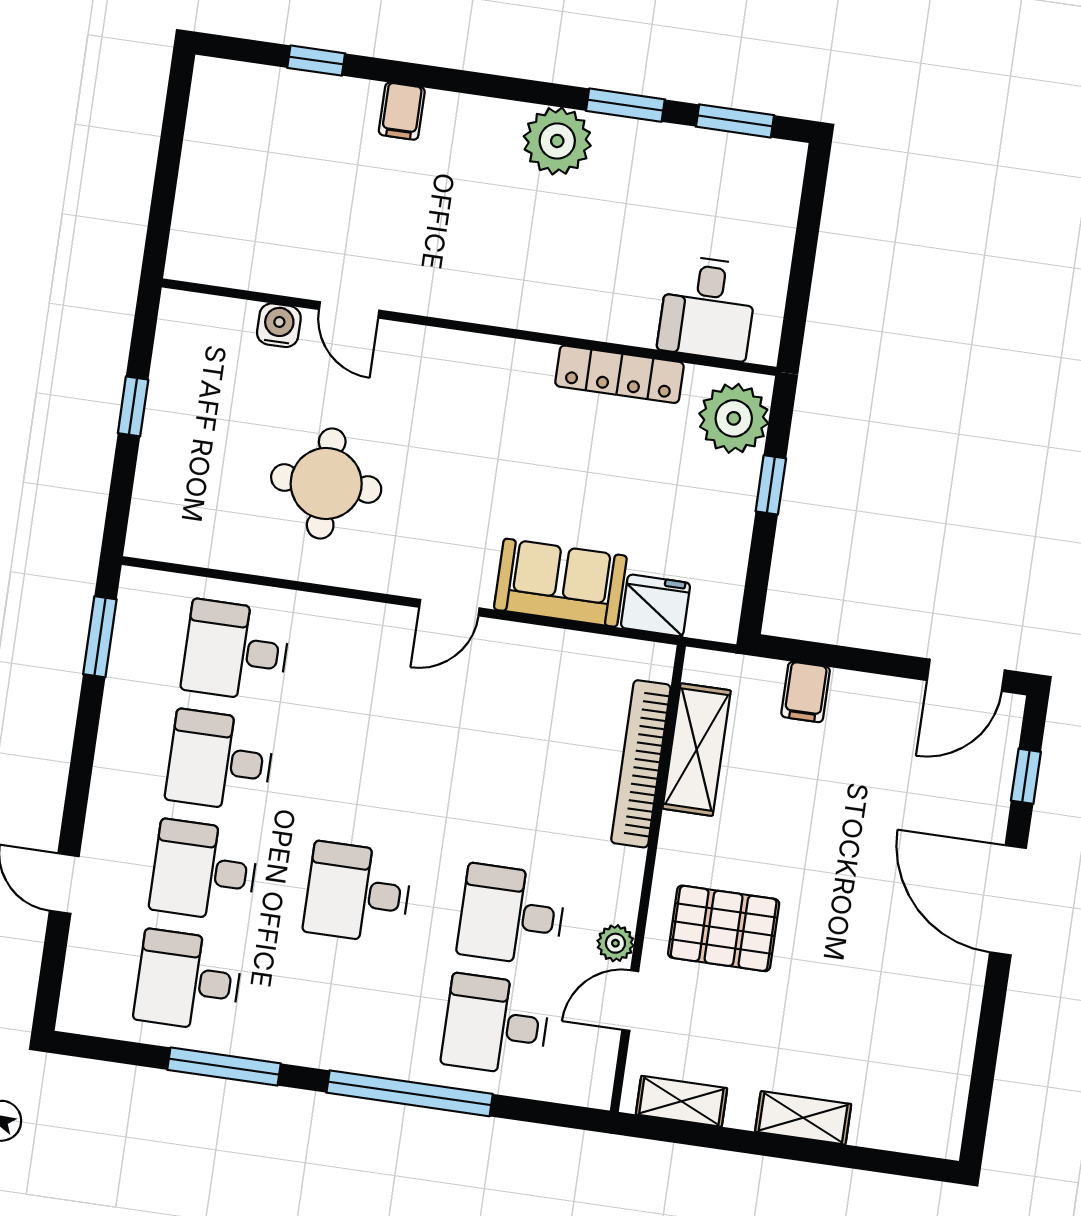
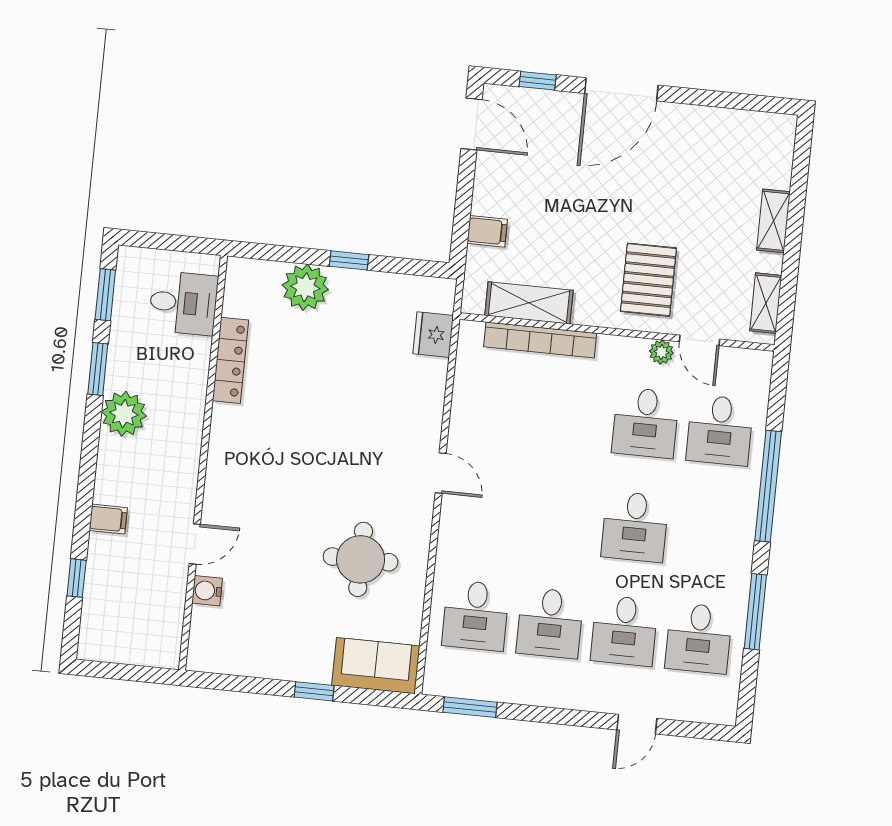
desk: (708, 308) -> (183, 303), moved
door: (349, 310) -> (195, 544), moved
water cooler: (279, 325) -> (207, 591), moved
wall: (469, 327) -> (203, 463), moved
locker: (619, 374) -> (230, 360), moved
sofa: (560, 583) -> (376, 666), moved, turned 90

